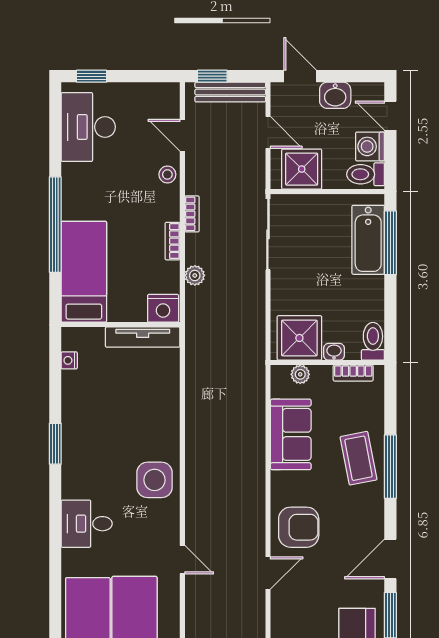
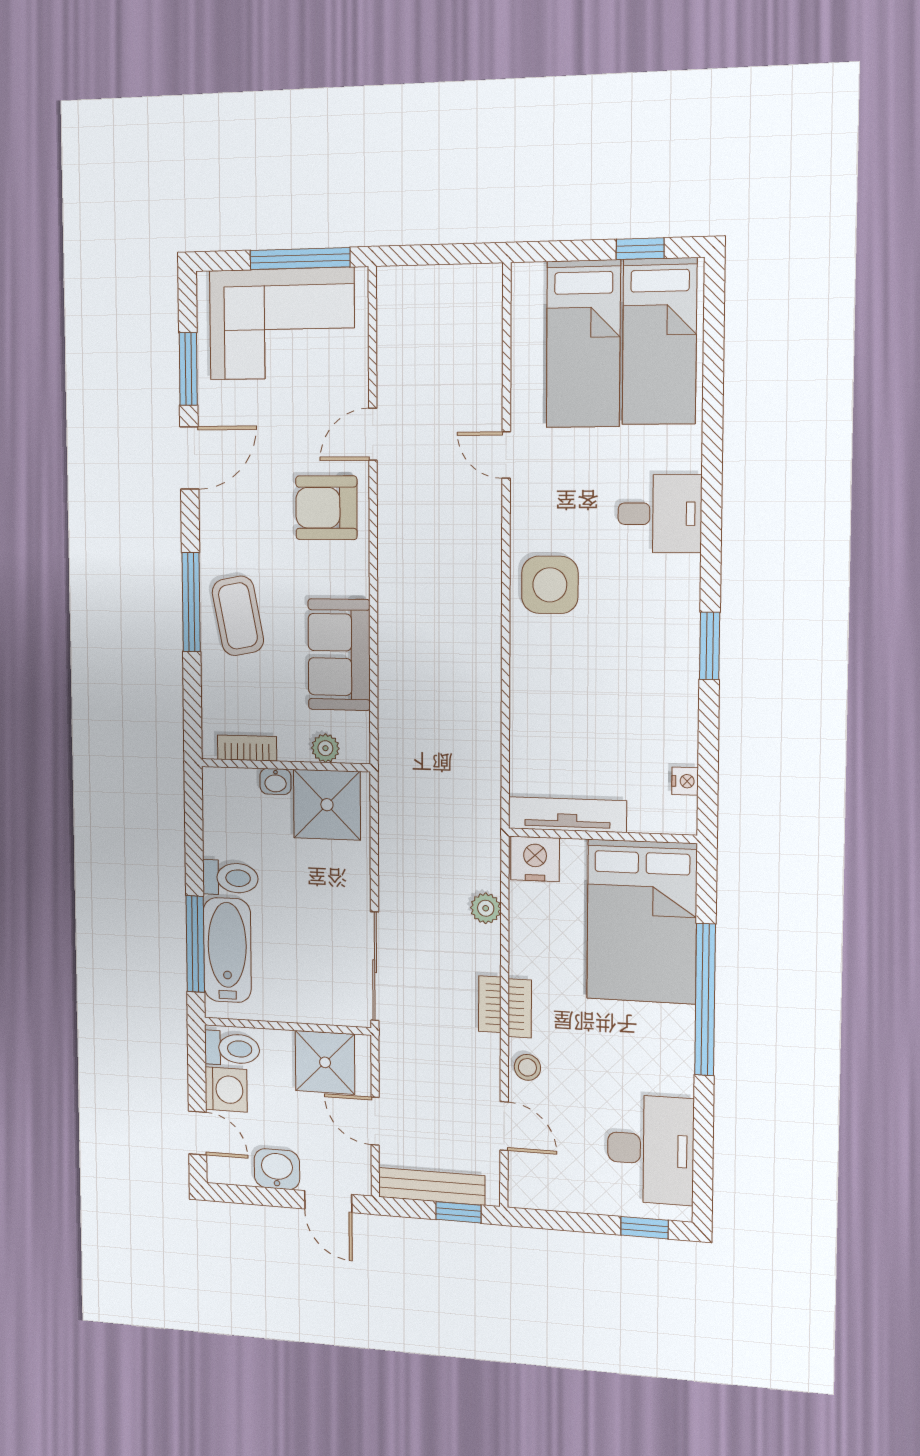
bookcase: (173, 241) -> (520, 1008), moved
bed: (84, 272) -> (642, 921), width x1.50
toilet: (373, 341) -> (230, 878), moved, turned -90

